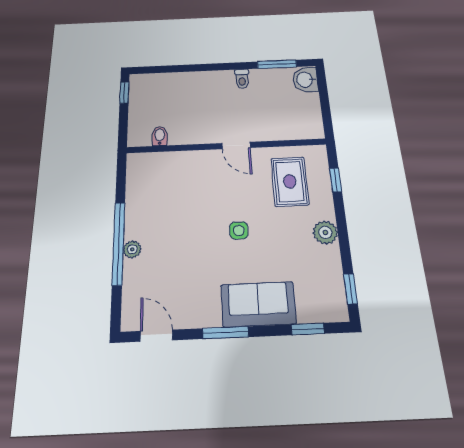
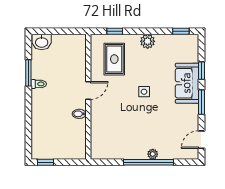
window: (277, 64) -> (28, 73), moved
bidet: (160, 136) -> (79, 114), moved
rug: (290, 181) -> (114, 59), turned 90
window: (308, 329) -> (202, 71), moved

